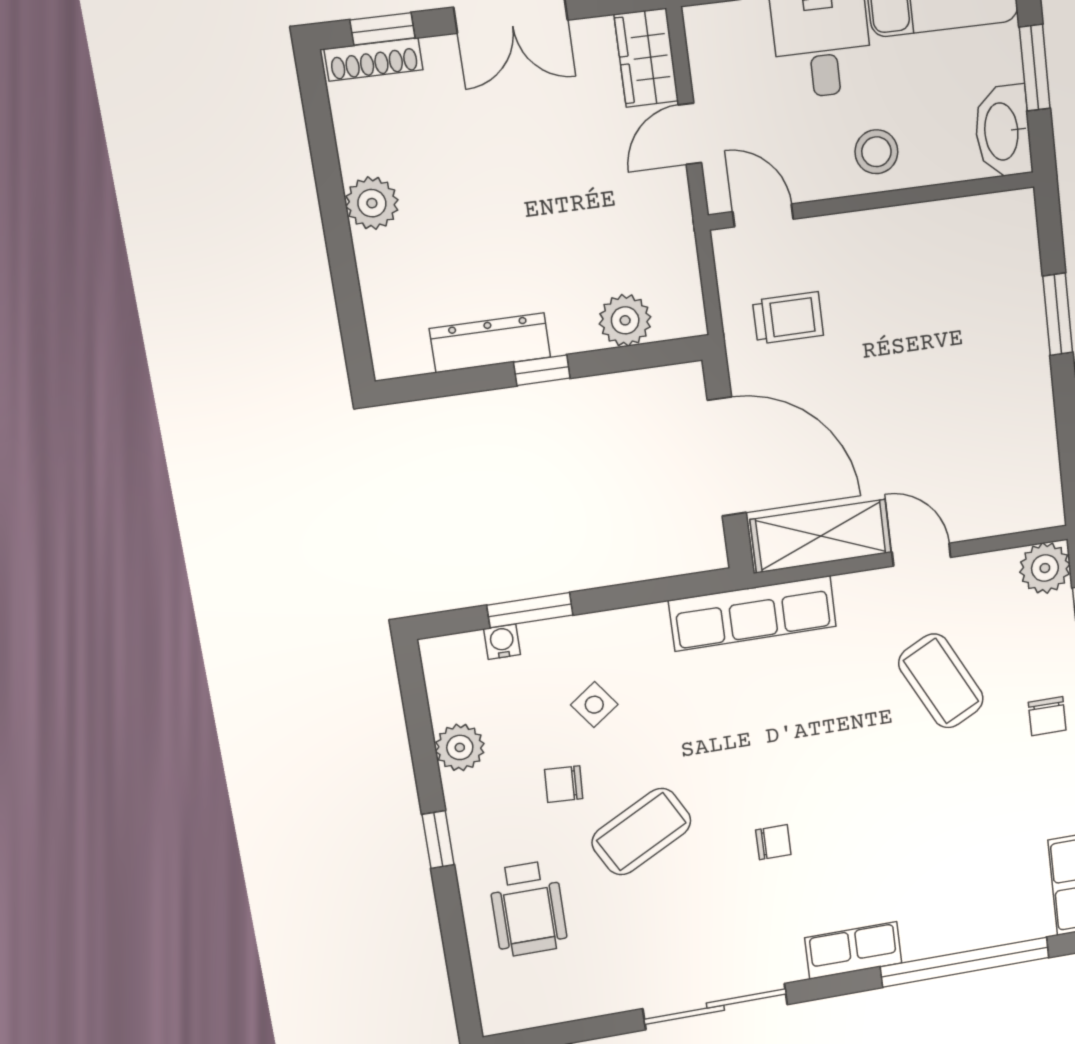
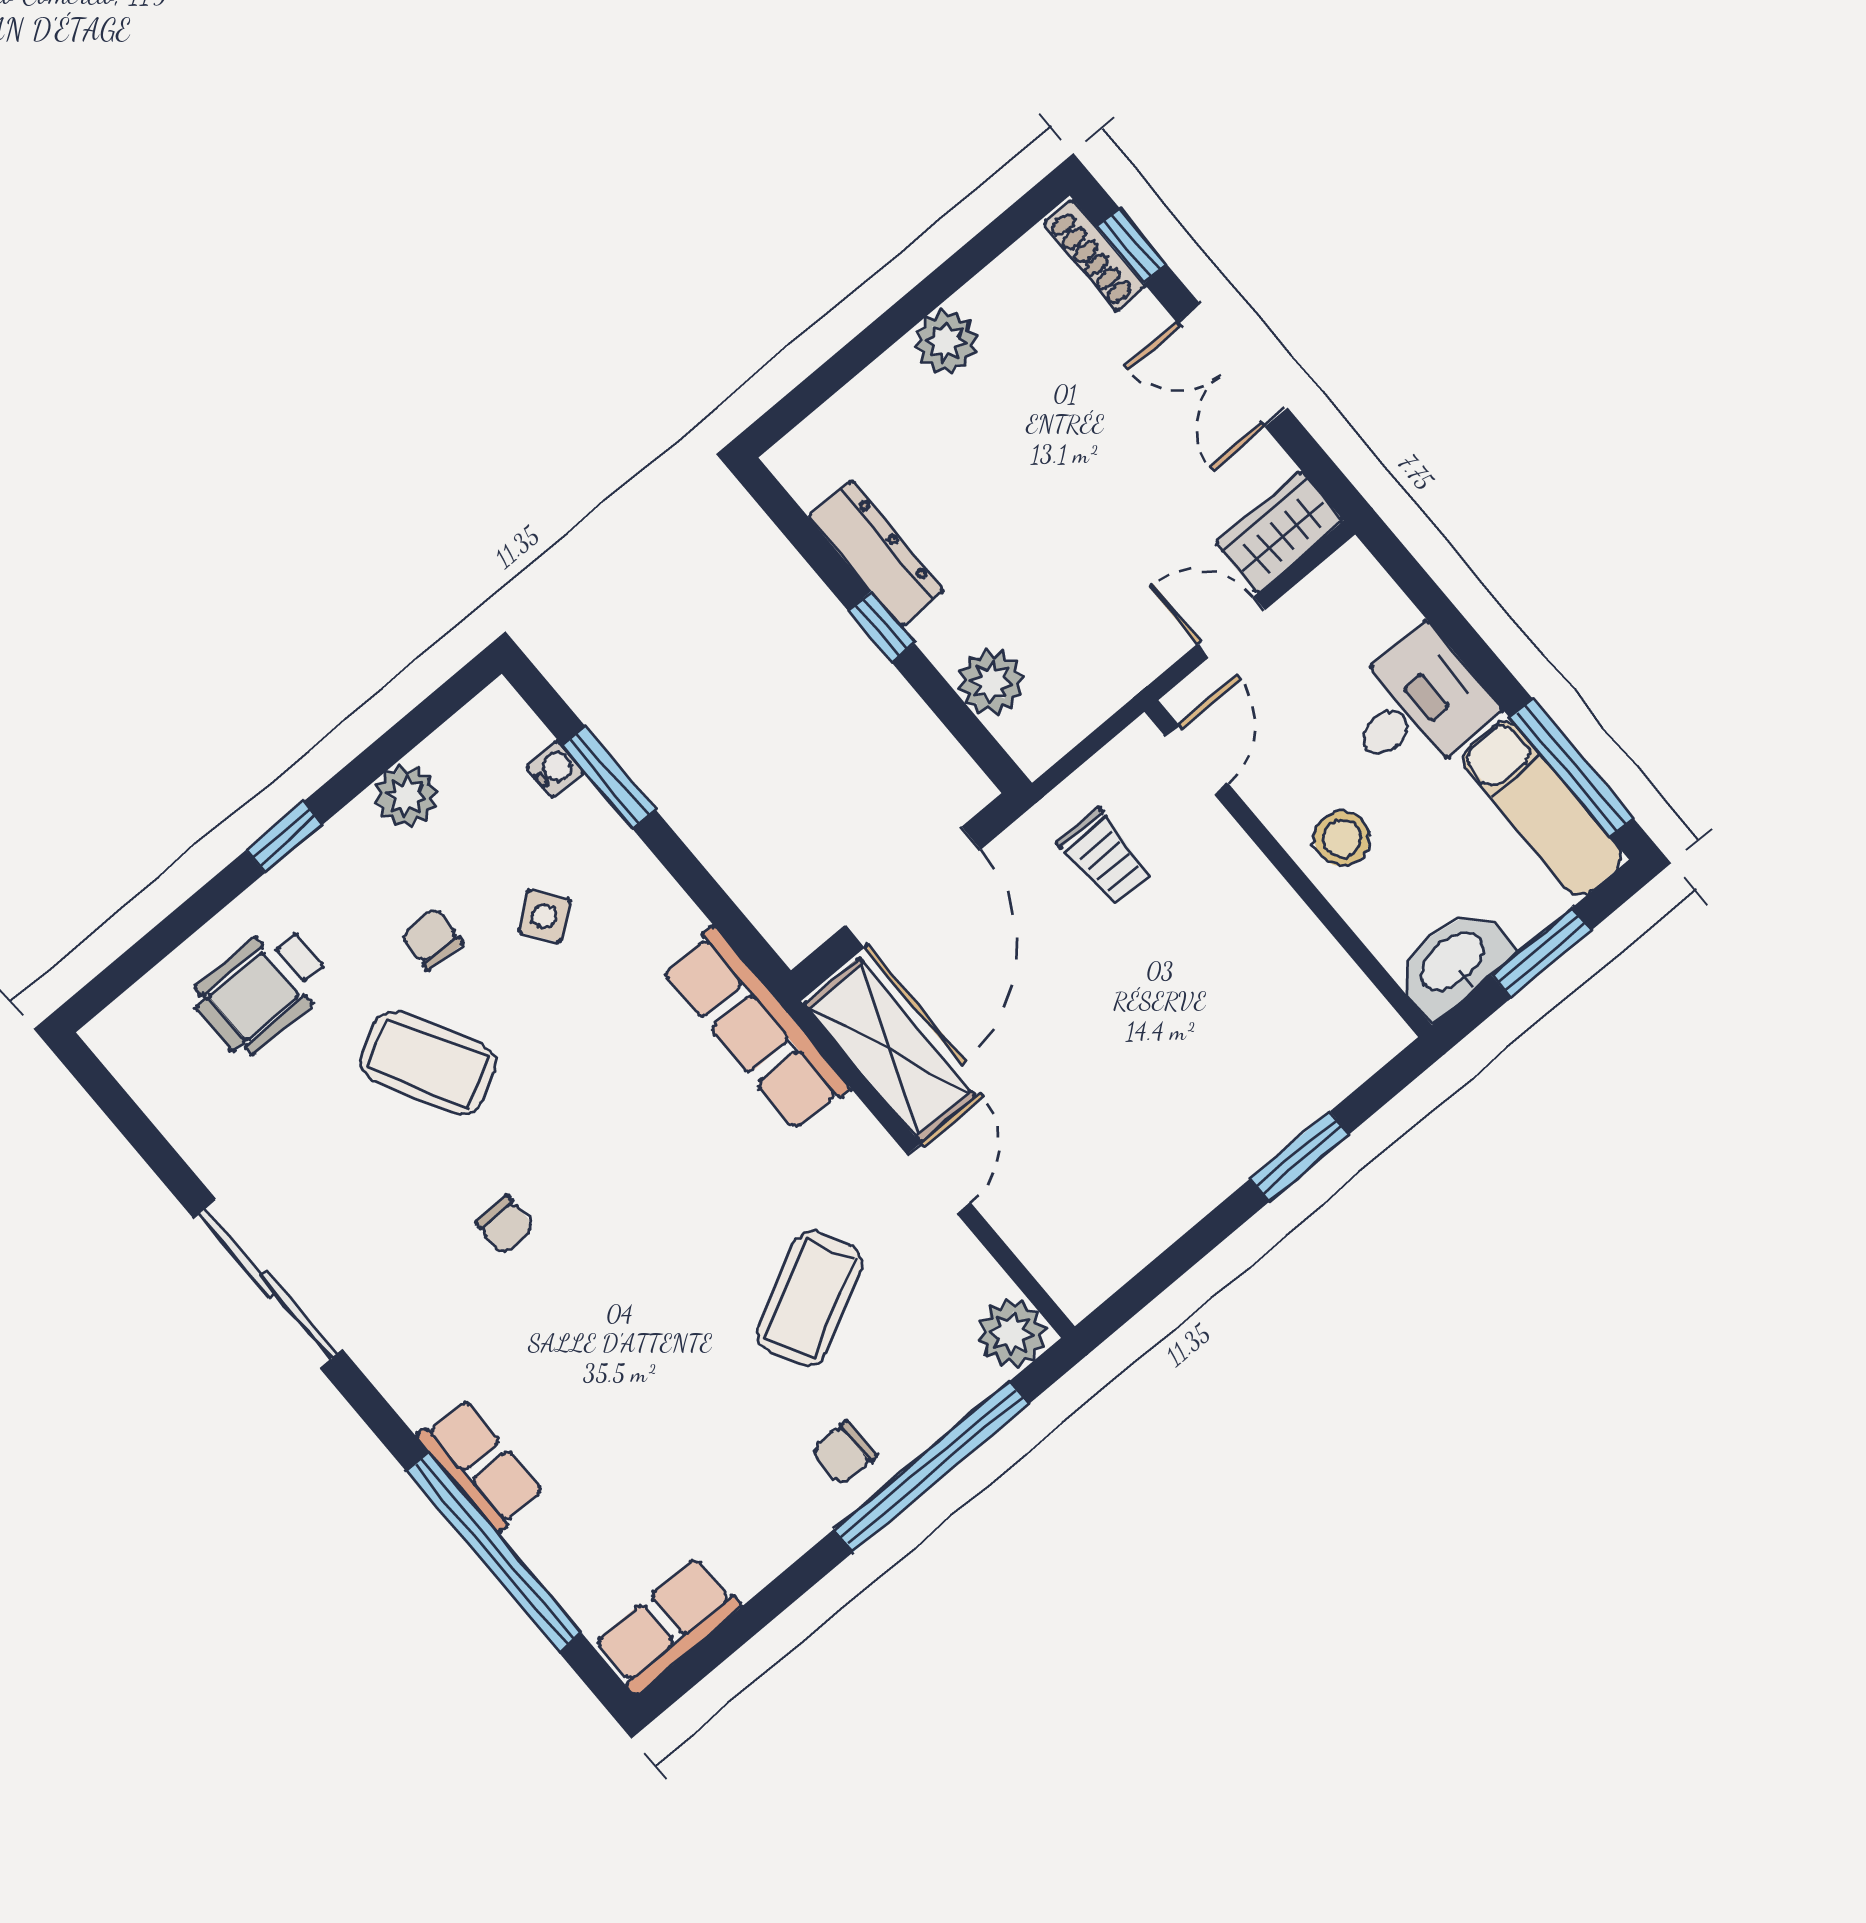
row of seats: (853, 950) -> (480, 1465), moved

